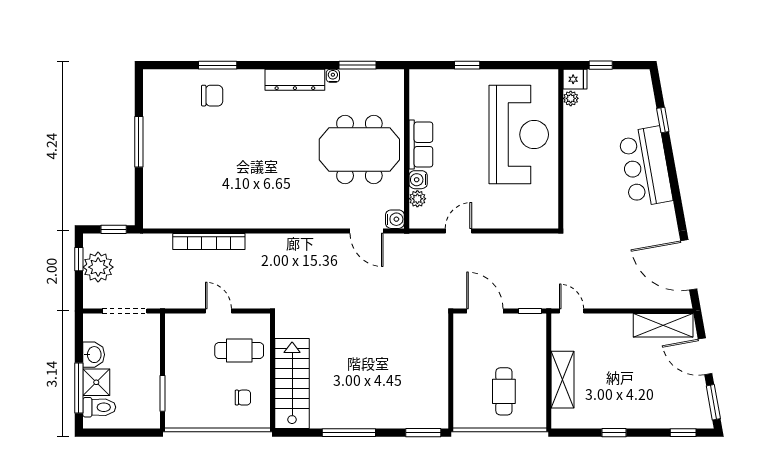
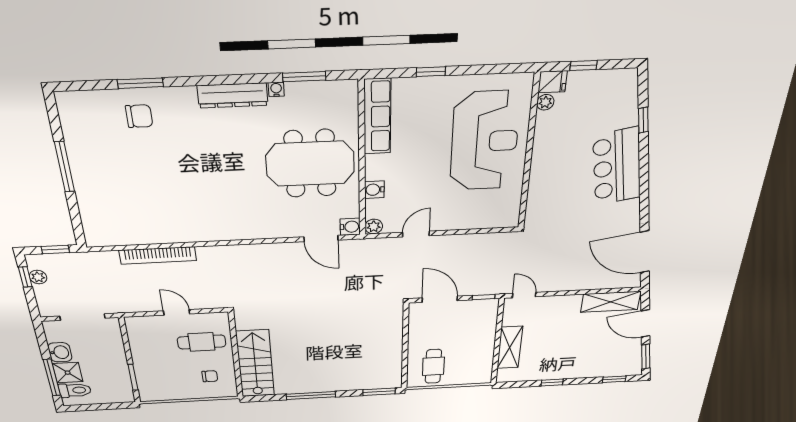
row of seats: (421, 144) -> (377, 117), moved, width x1.48
plant: (417, 199) -> (374, 226), moved
plant: (98, 267) -> (38, 277), width x0.53, depth x0.53
cafe table: (504, 391) -> (433, 366), moved

